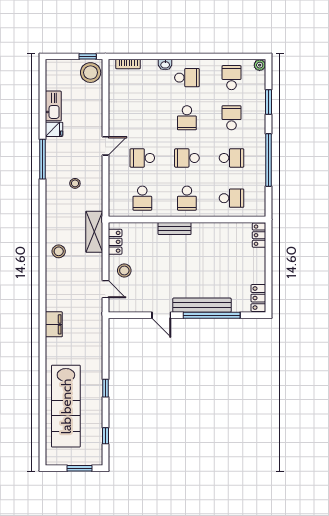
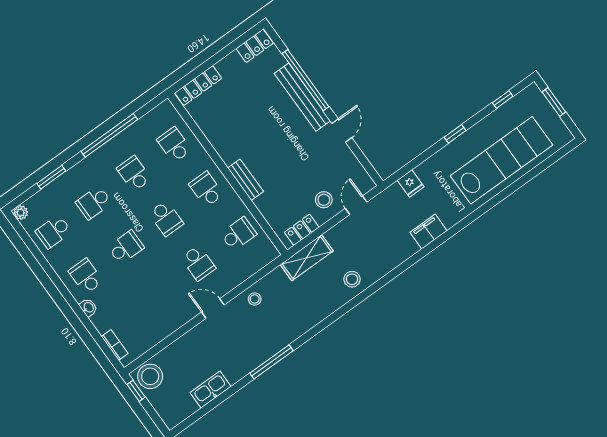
fridge: (54, 129) -> (411, 183), moved, turned 180
stool: (75, 183) -> (255, 299), moved
school desk: (187, 198) -> (206, 189), turned -90
locker: (259, 235) -> (198, 86), width x1.53

